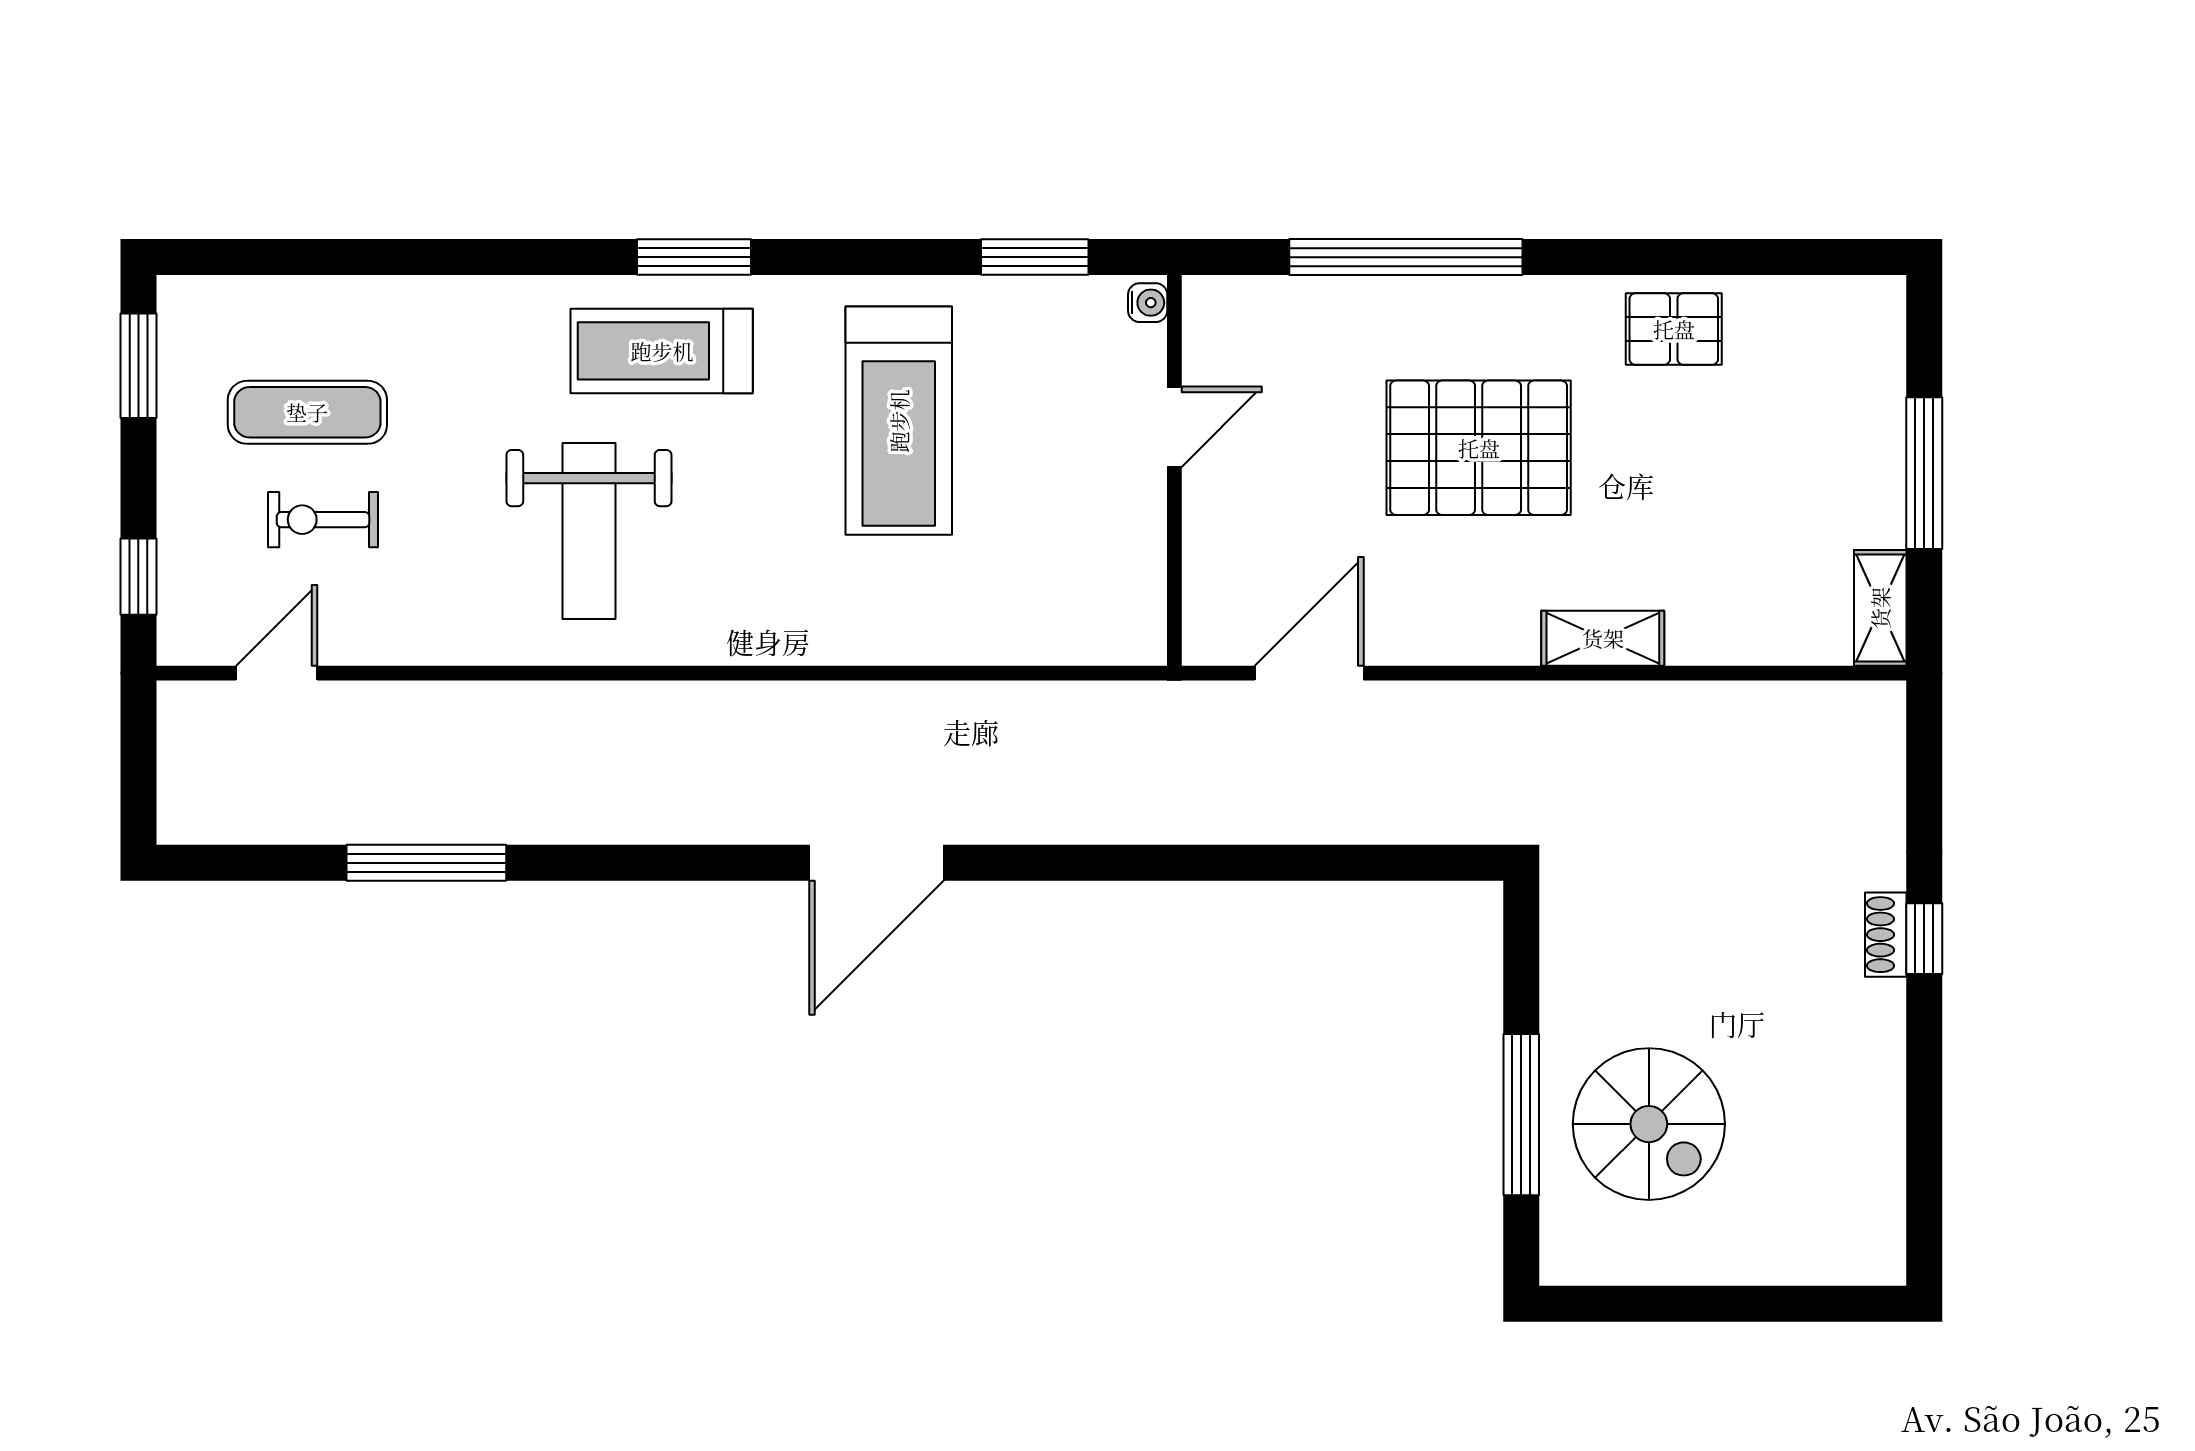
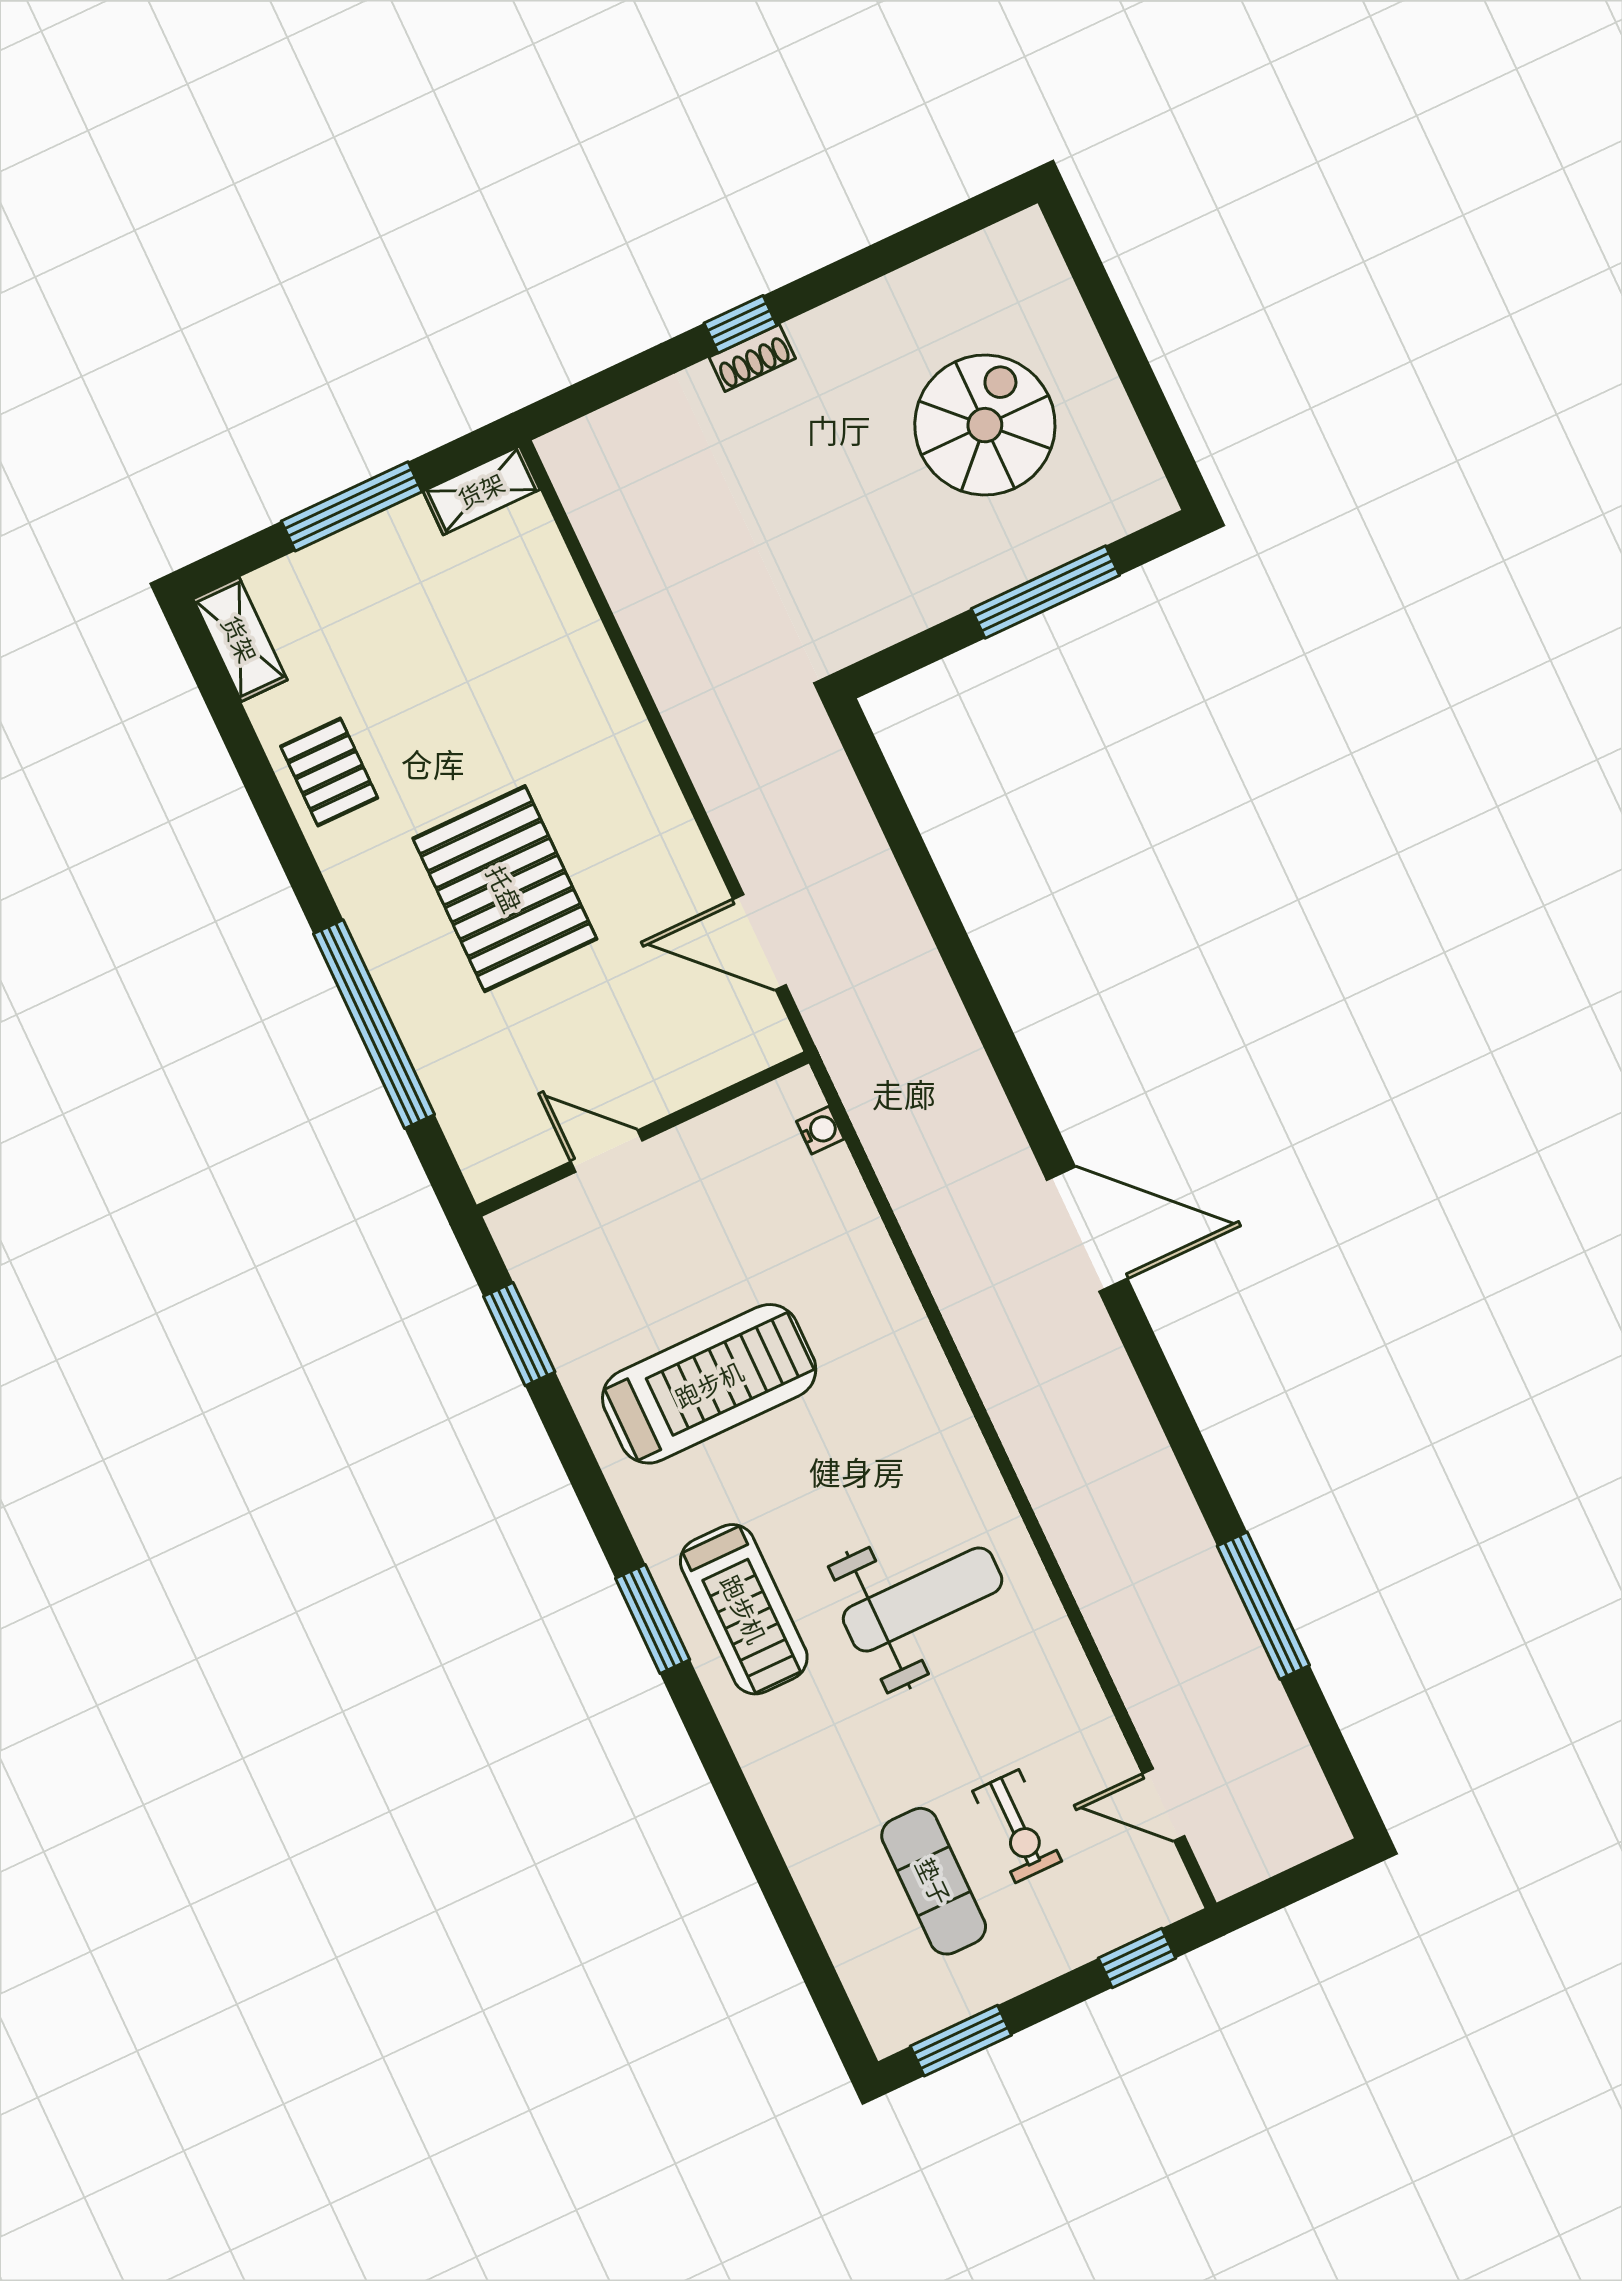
water cooler: (1148, 303) -> (820, 1130), moved, turned 90
shelving: (1603, 638) -> (240, 639), moved
spiral stairs: (1649, 1124) -> (985, 425), moved

